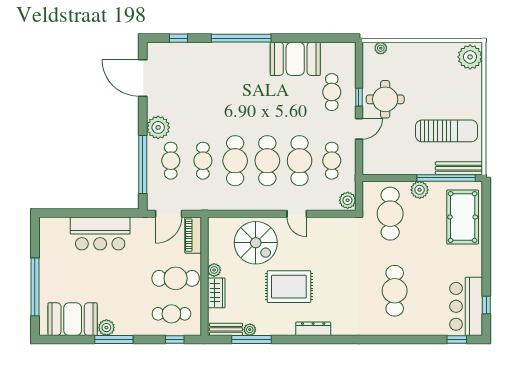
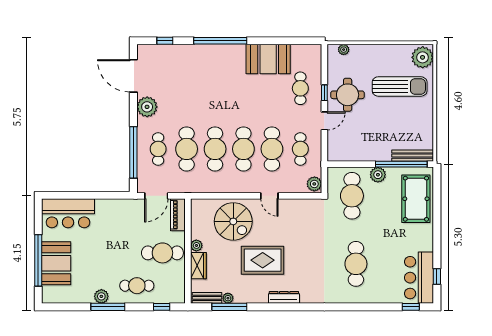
plant: (158, 127) -> (147, 107), moved
sun lounger: (447, 131) -> (400, 86), moved
cafe table: (203, 161) -> (187, 149), width x1.37, depth x1.35
bar counter: (100, 234) -> (68, 213), moved
cafe table: (171, 314) -> (137, 286), moved
booth: (73, 319) -> (56, 263), moved, turned 90

